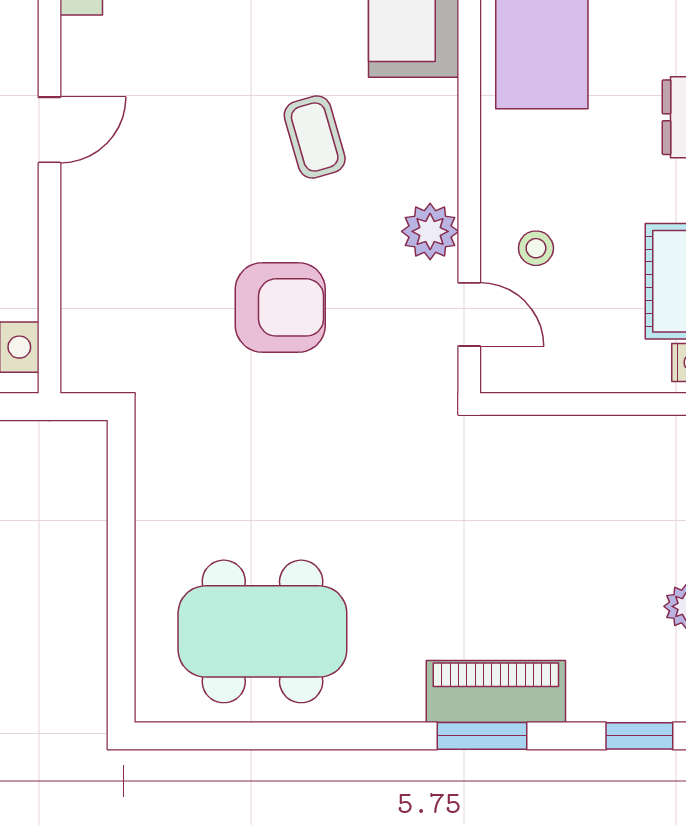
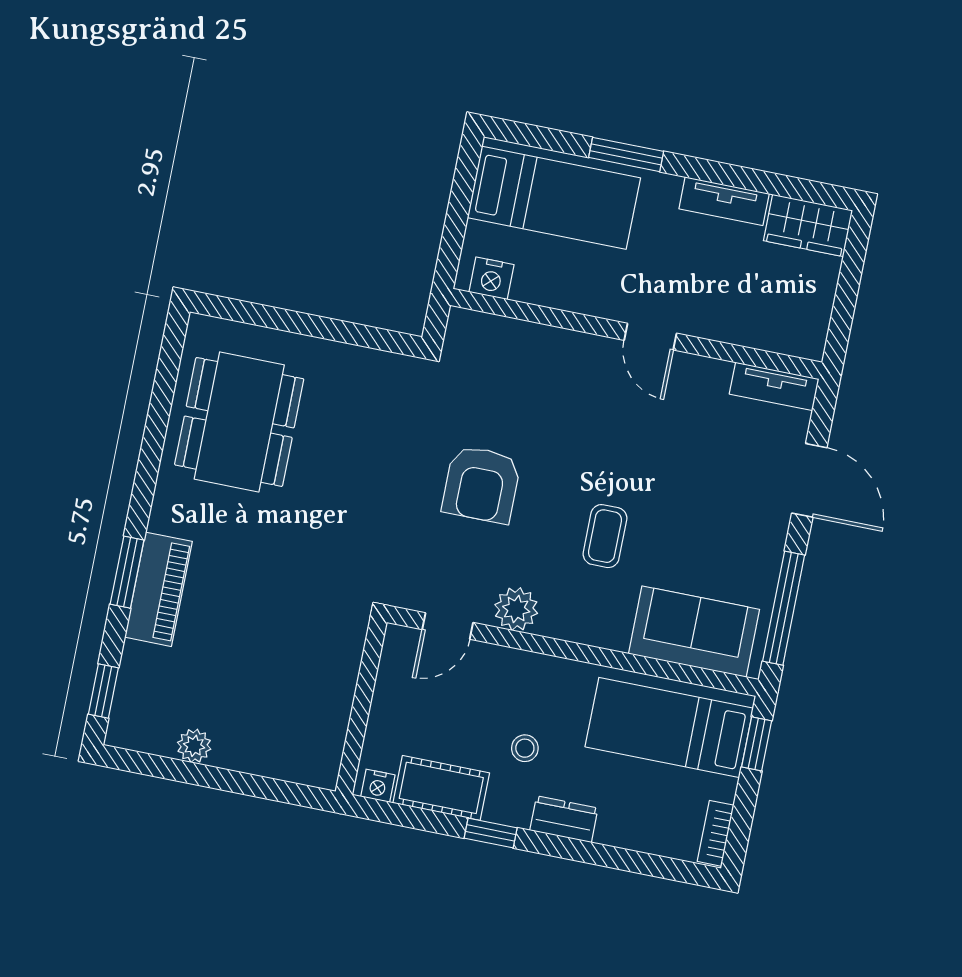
coffee table: (315, 137) -> (605, 536), turned -74
stool: (536, 248) -> (525, 748), moved

